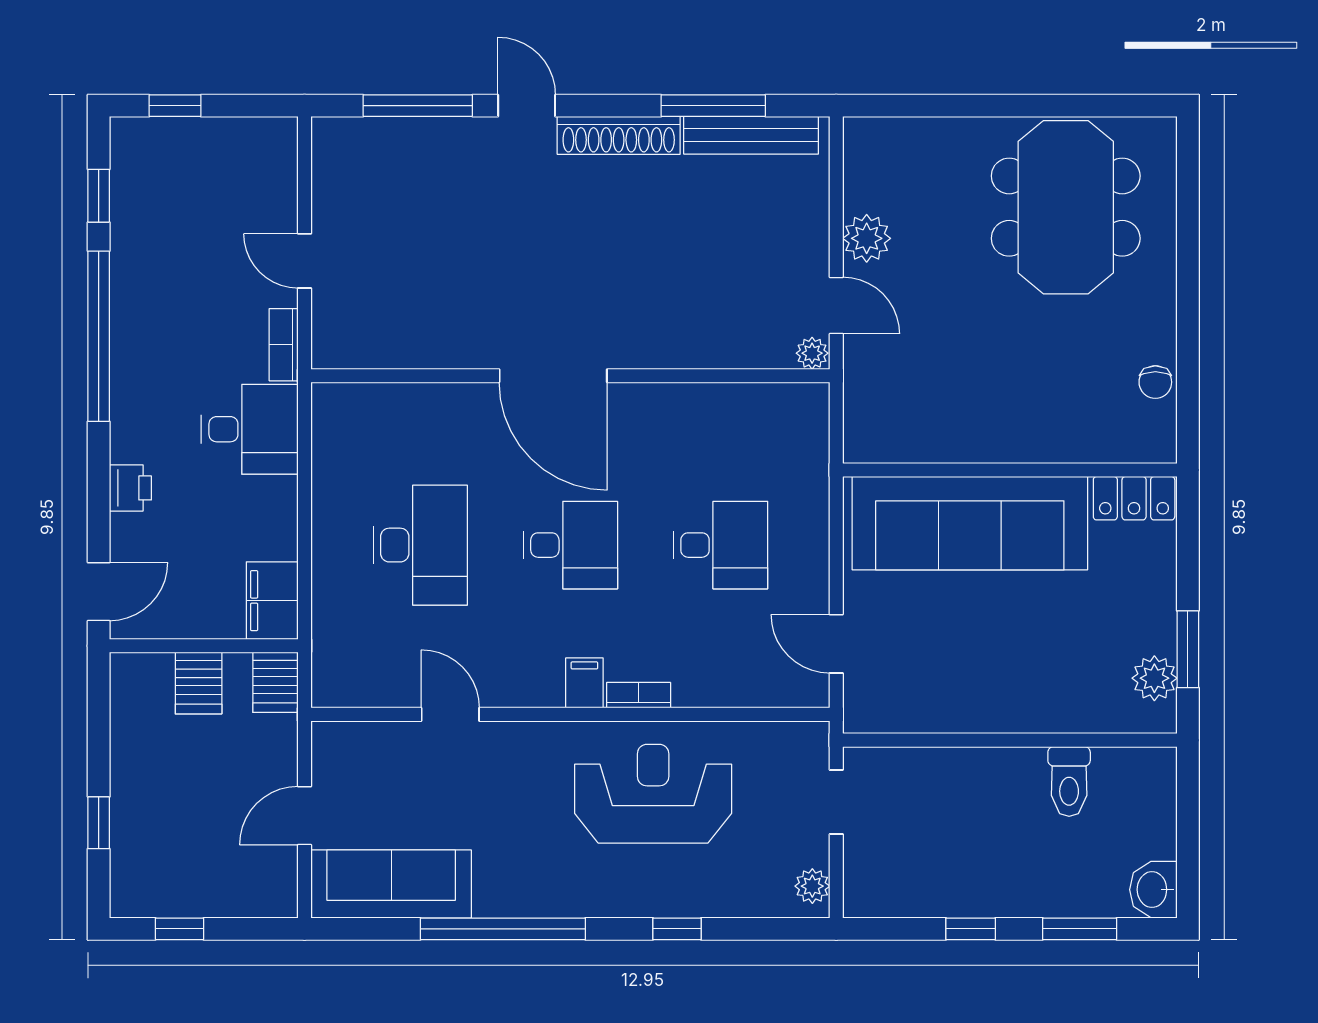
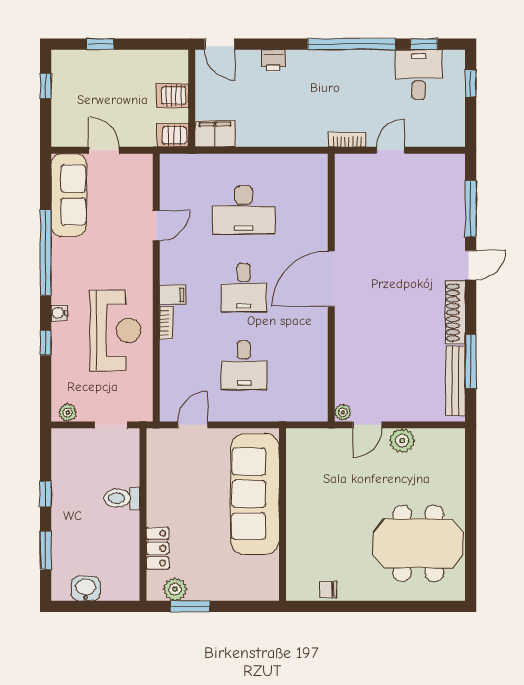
desk: (250, 429) -> (418, 75), moved, turned 180
locker: (1134, 498) -> (158, 548), moved, turned 180
toilet: (1069, 781) -> (122, 498), moved
washbasin: (1153, 890) -> (86, 589), moved
water cooler: (620, 903) -> (59, 313), added

